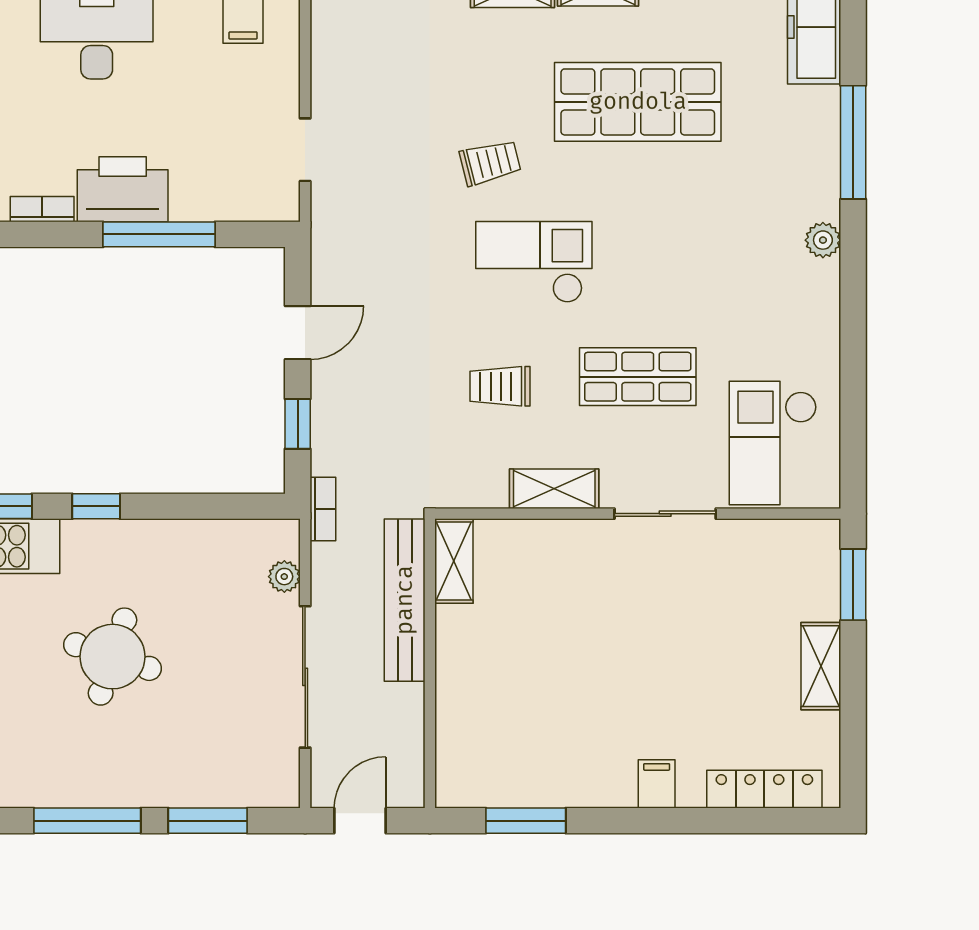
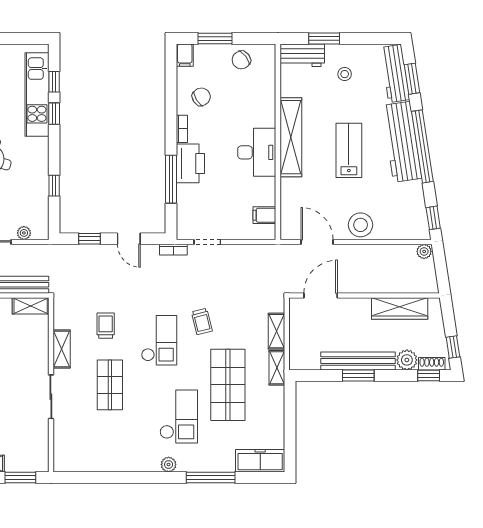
checkout: (773, 443) -> (179, 416), moved, turned 90
window: (96, 506) -> (54, 186), moved
bookcase: (323, 509) -> (173, 250), moved

